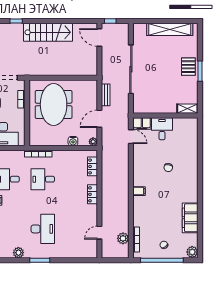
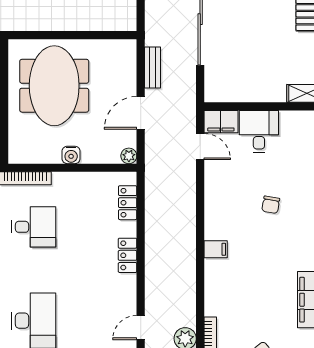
water cooler: (73, 141) -> (71, 155), moved
desk: (43, 179) -> (34, 227), turned 180

